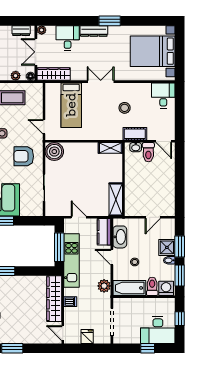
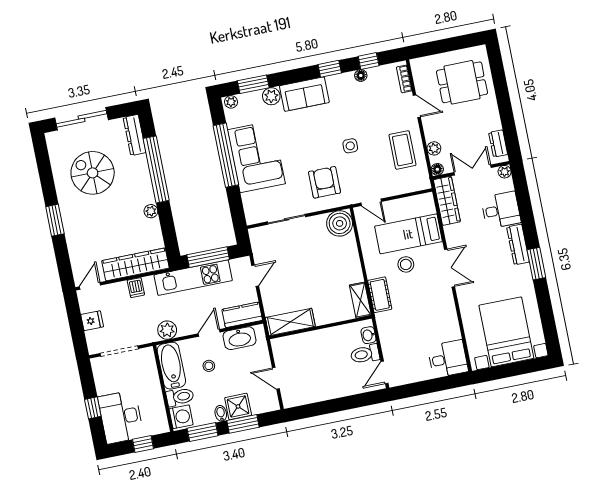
stool: (125, 108) -> (406, 264), moved
door: (44, 127) -> (371, 202), swing flipped
cot: (135, 134) -> (380, 295), moved
plant: (19, 280) -> (151, 211), added

